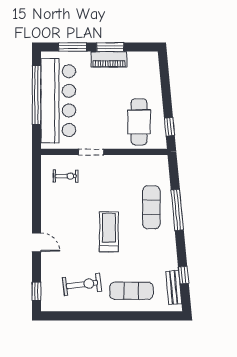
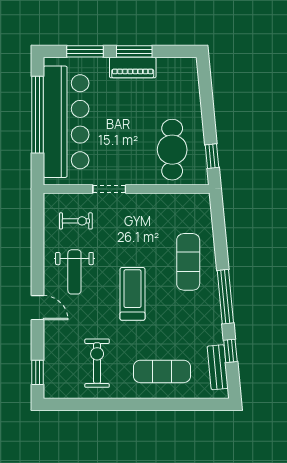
window: (177, 210) -> (225, 297), moved
weight bench: (65, 215) -> (74, 272), added
exercise bike: (82, 284) -> (97, 363), turned -83

